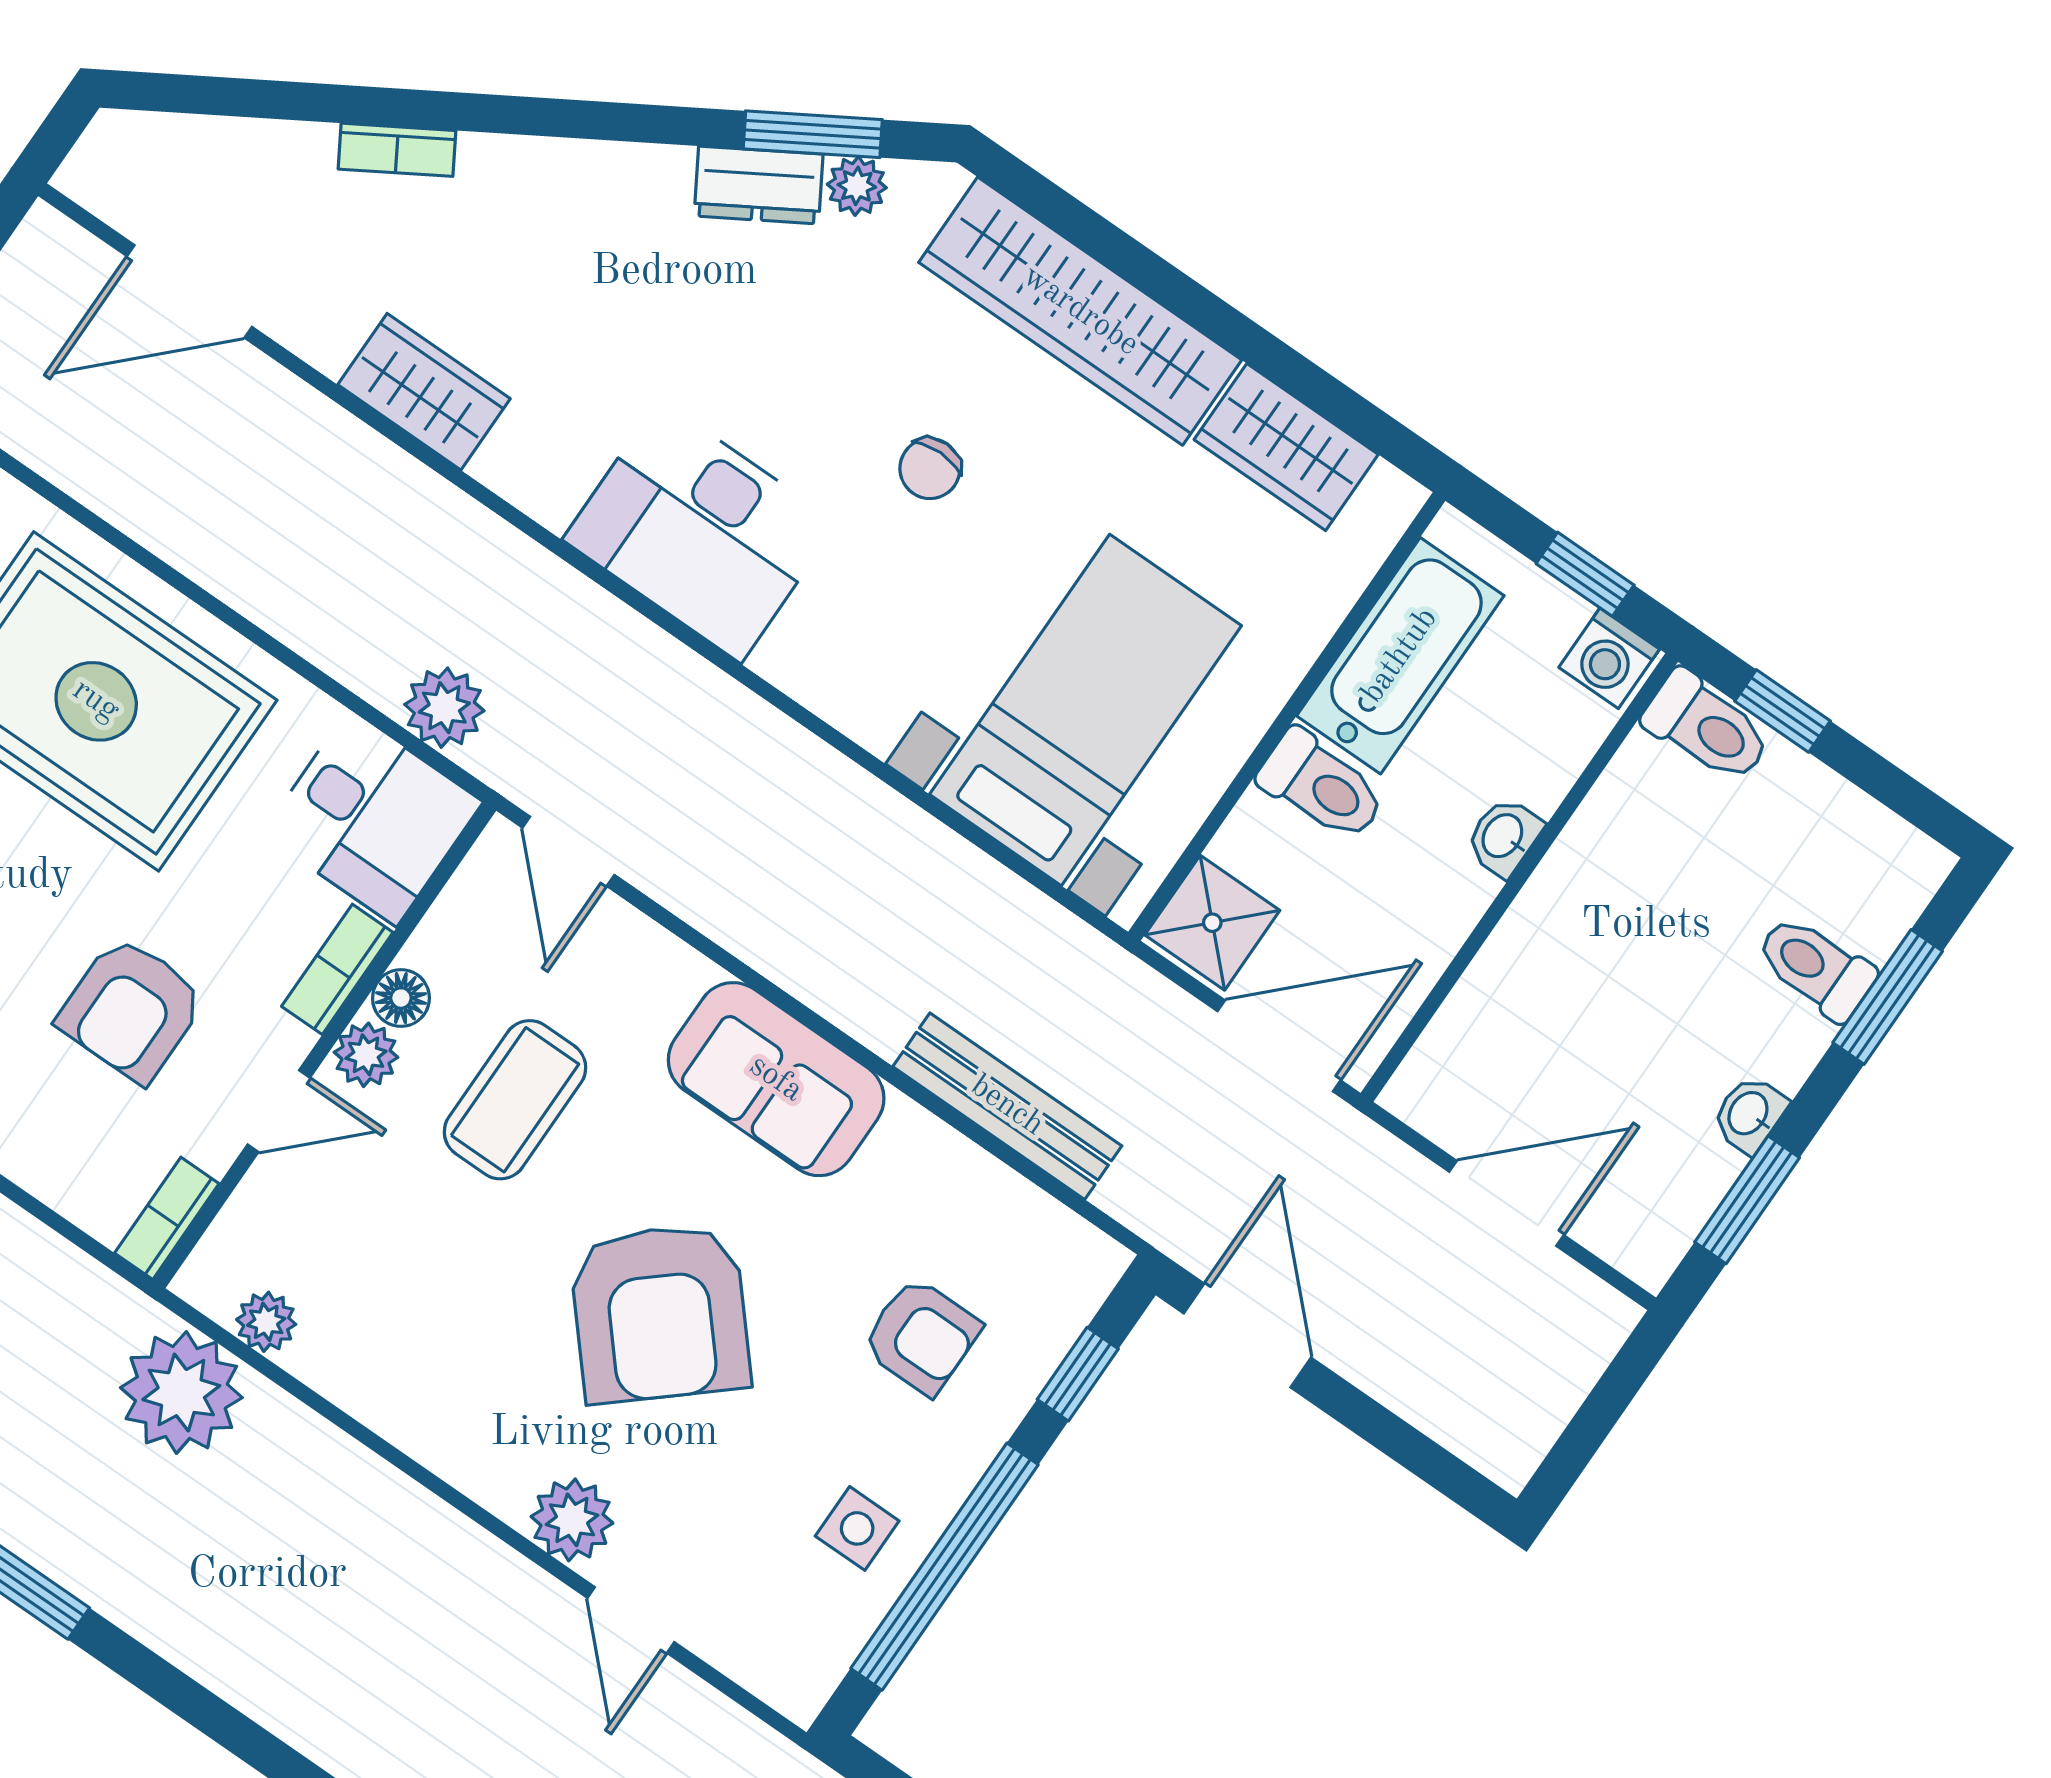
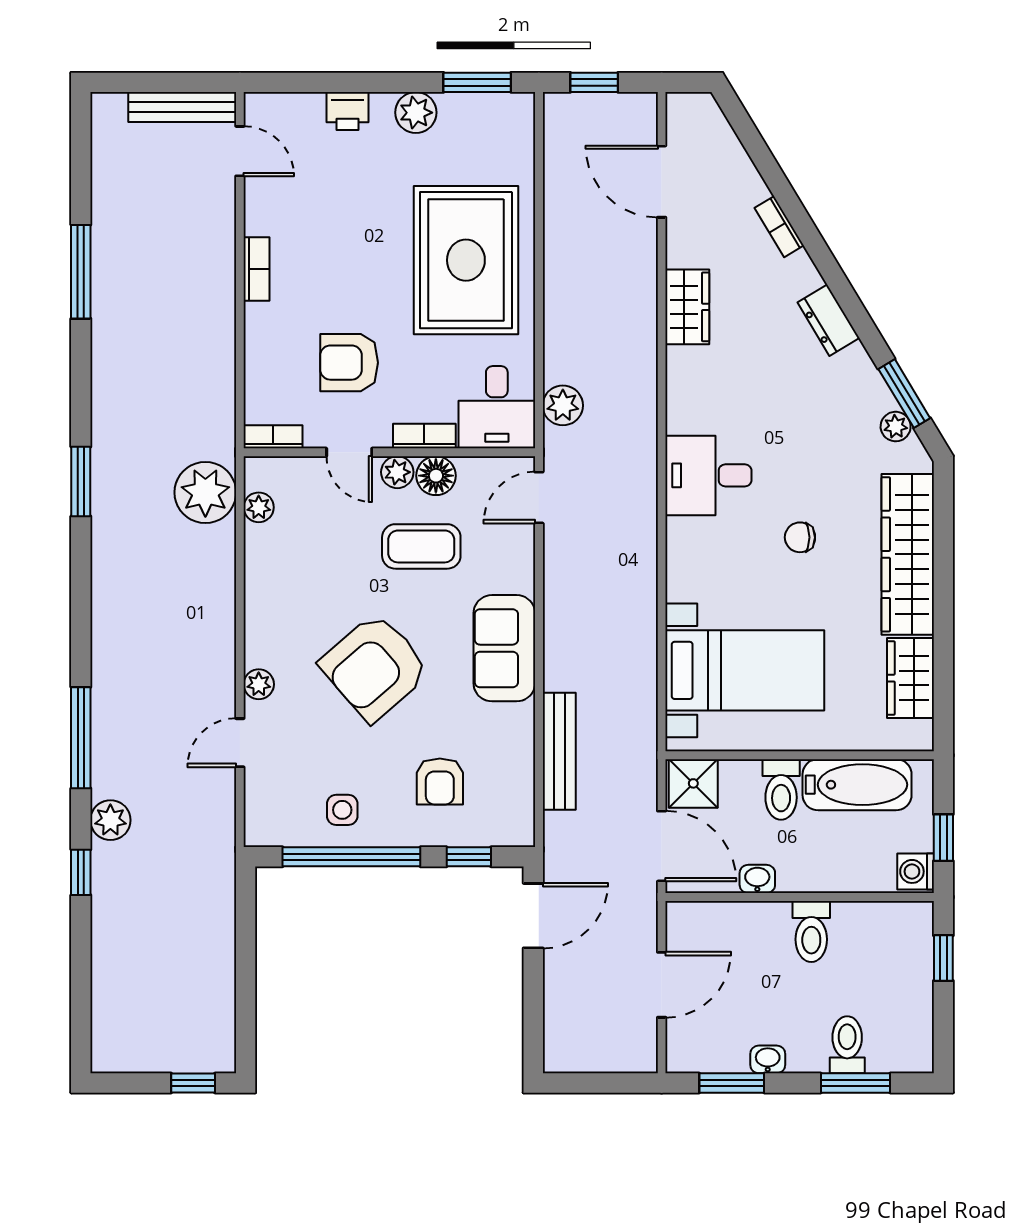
dresser: (759, 185) -> (828, 320), moved
desk: (700, 531) -> (708, 475), width x0.73
toilet: (1707, 727) -> (811, 931), moved
washbasin: (1504, 837) -> (757, 879), moved
floor lamp: (401, 998) -> (436, 476), width x1.37, depth x1.37
door: (1506, 1203) -> (662, 985), hinge flipped
plant: (572, 1520) -> (259, 684), width x0.73, depth x0.73

